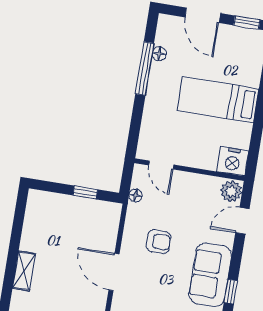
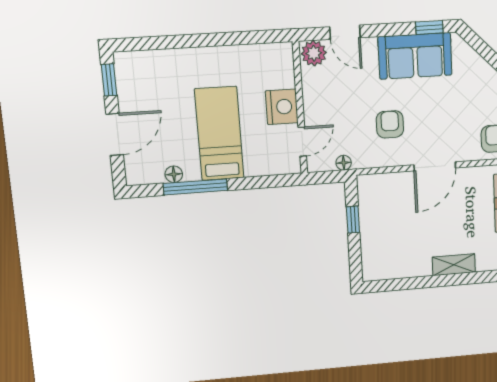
bed: (218, 100) -> (219, 134), moved, turned 180
nightstand: (233, 161) -> (282, 107), moved

